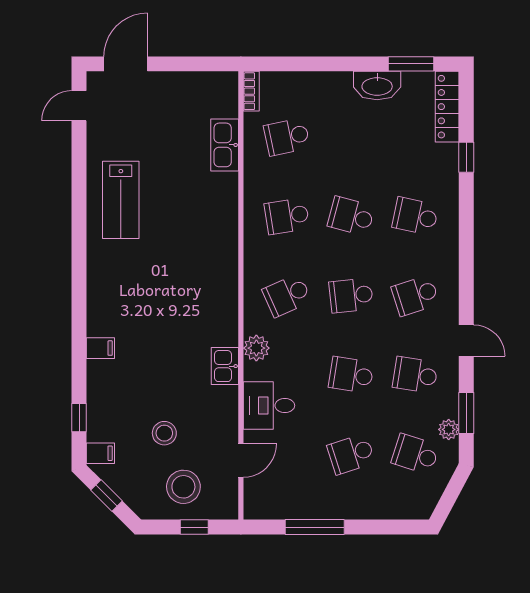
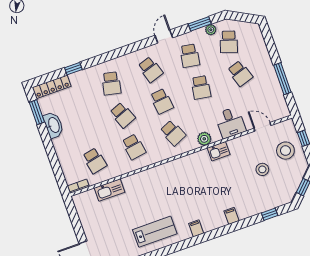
school desk: (351, 216) -> (123, 115), turned -36
filing cabinet: (100, 453) -> (196, 228), moved

